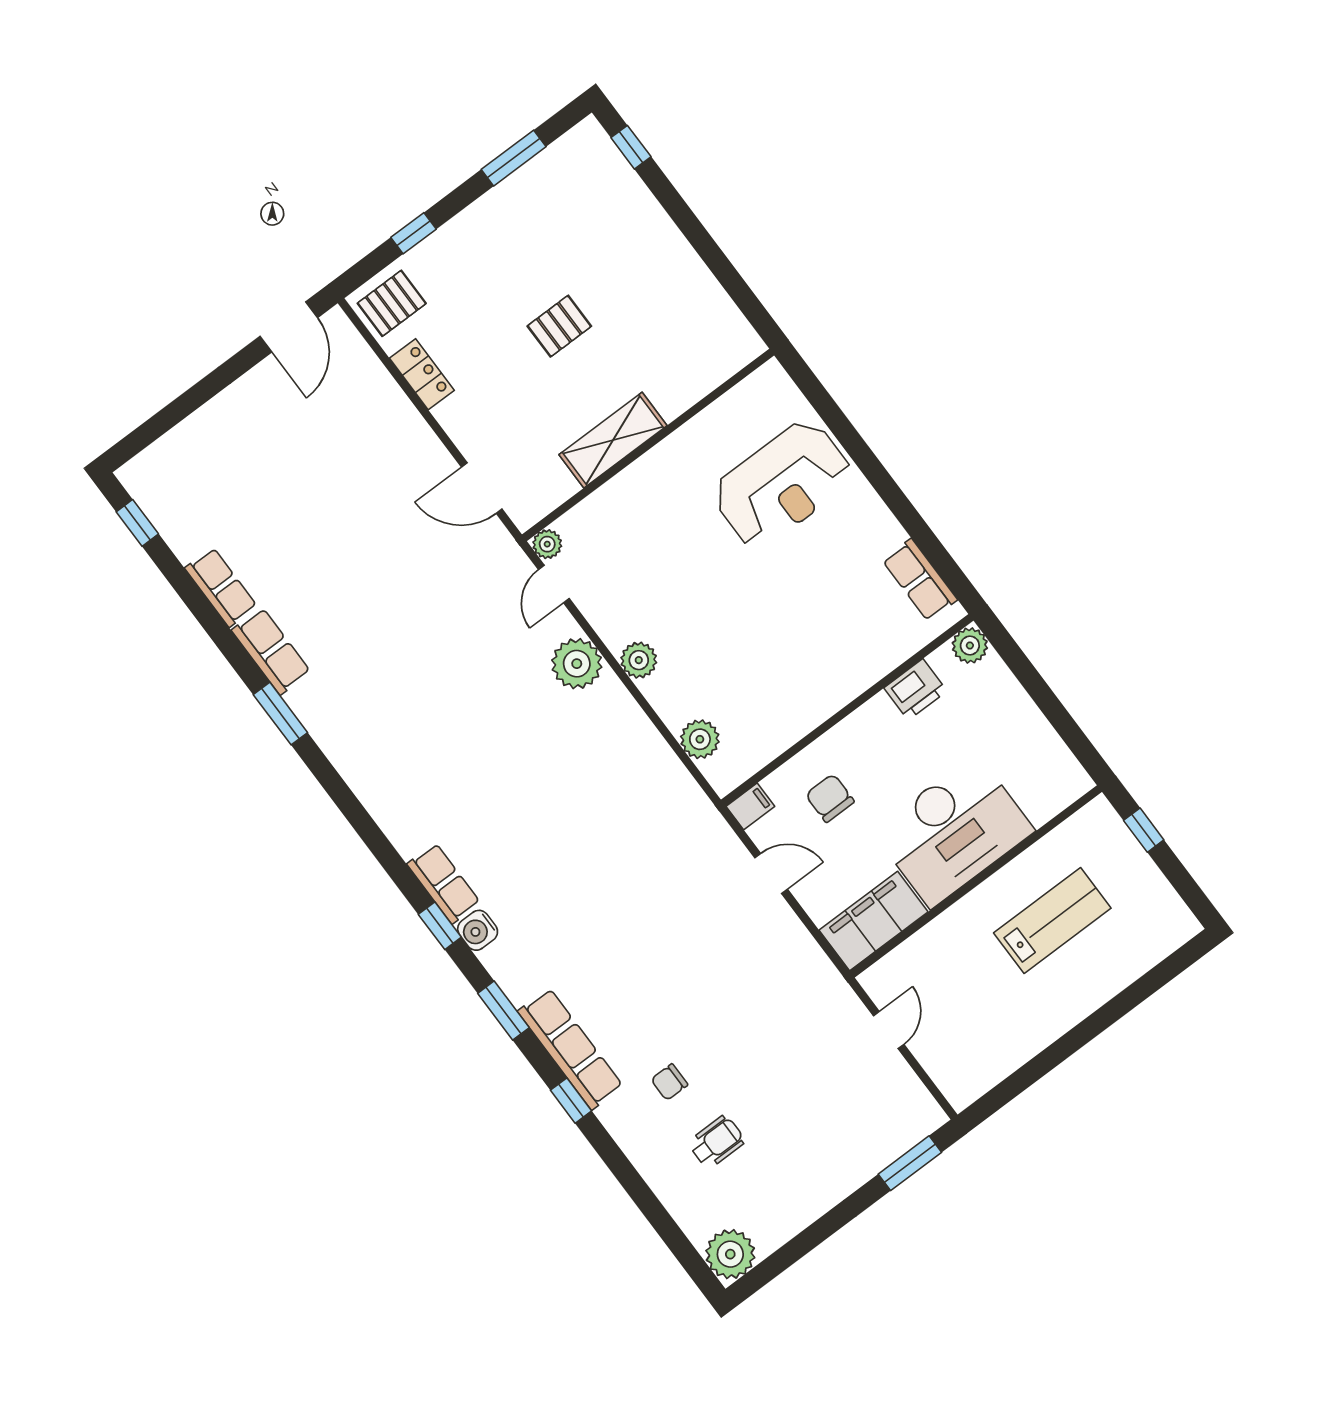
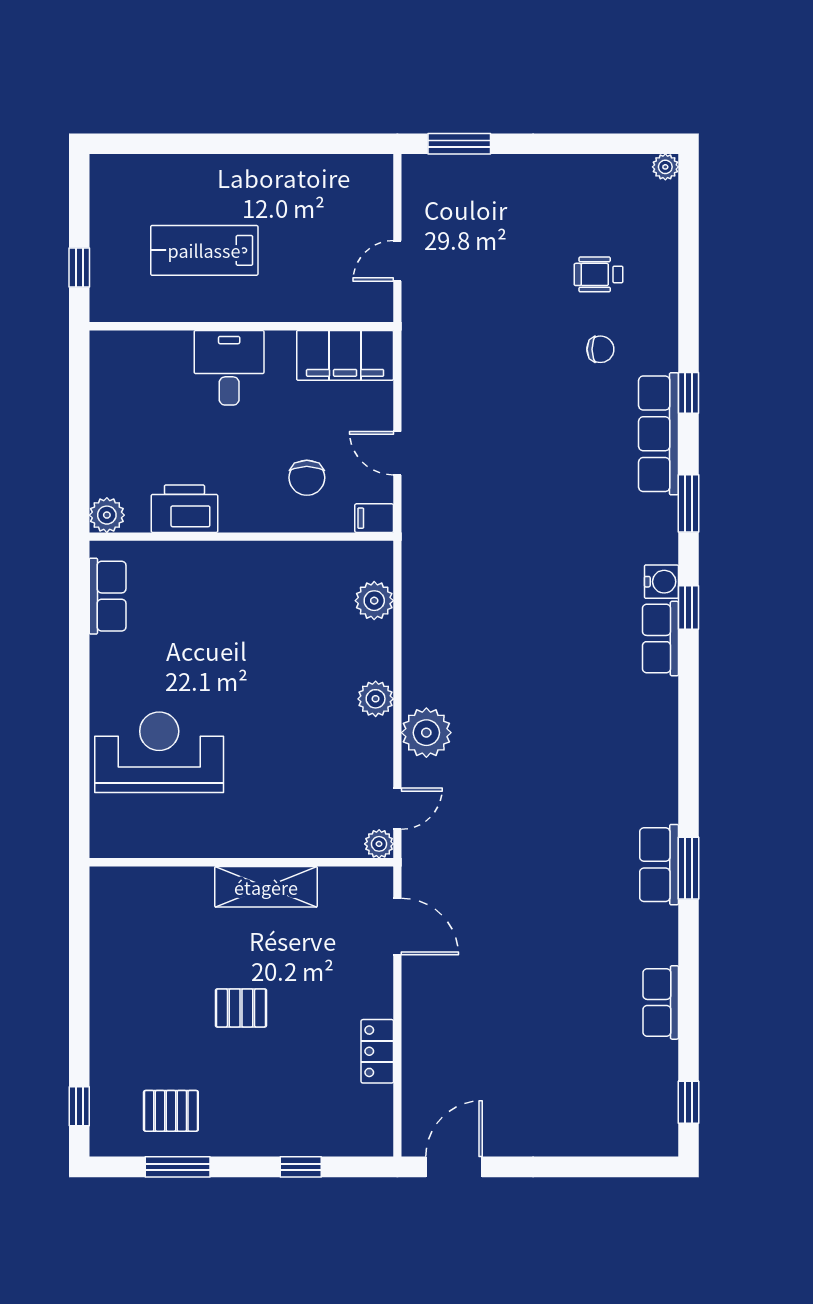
pallet: (392, 303) -> (171, 1111), moved
row of seats: (271, 651) -> (659, 865), moved
printer: (916, 689) -> (184, 509), width x1.37, depth x1.19
desk: (953, 831) -> (229, 368), width x0.53, depth x0.77
plant: (730, 1254) -> (665, 167), width x0.53, depth x0.53

